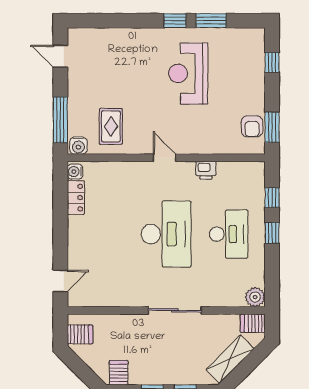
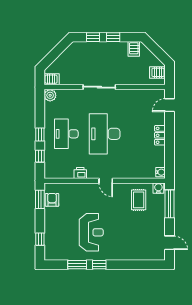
locker: (76, 198) -> (160, 135), moved
shelving: (230, 359) -> (66, 57), removed

